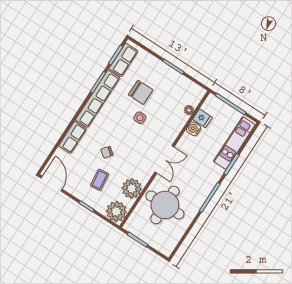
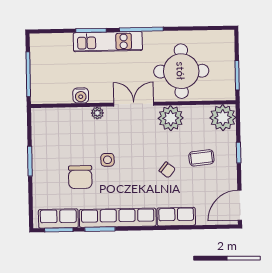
chair: (141, 92) -> (80, 177), turned 180
plant: (189, 110) -> (97, 113), moved
fridge: (202, 118) -> (63, 94), removed
kitchen unit: (234, 143) -> (108, 42), moved
plant: (132, 189) -> (171, 118), moved

